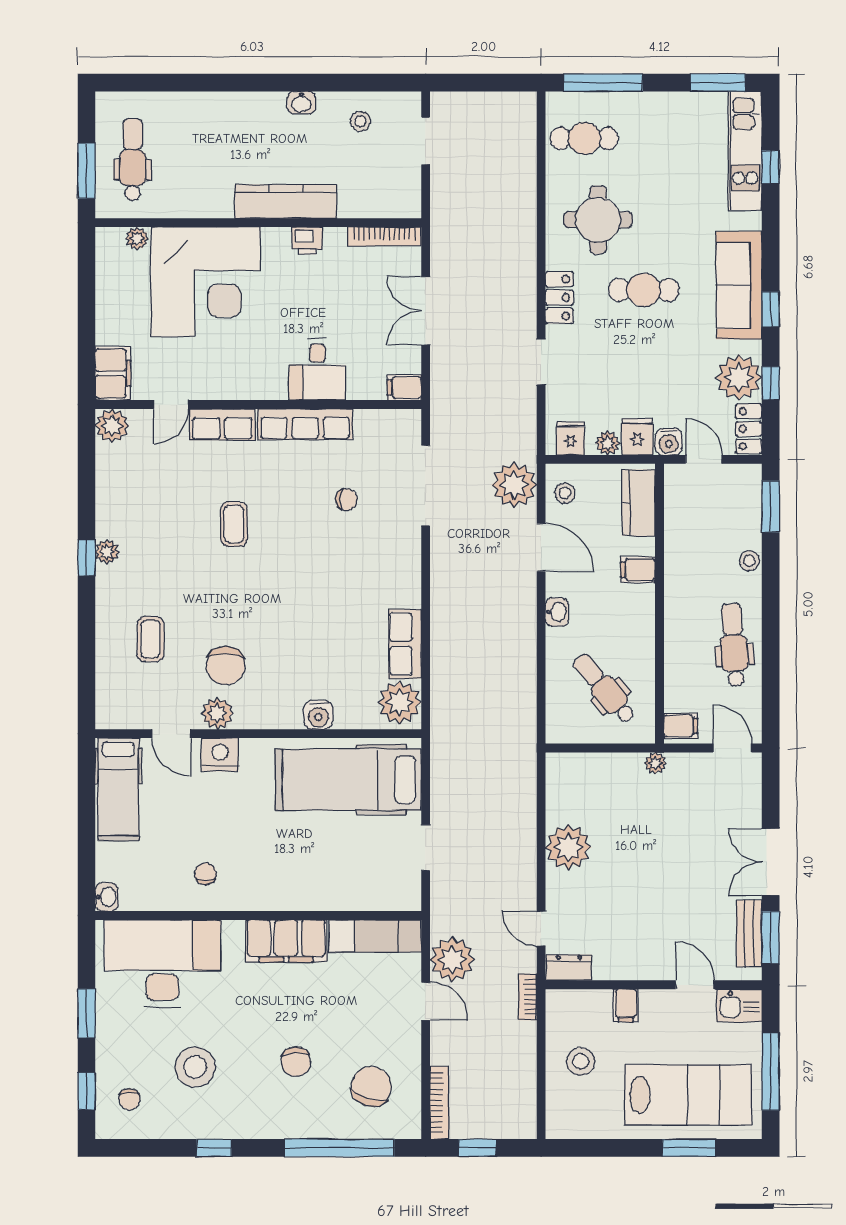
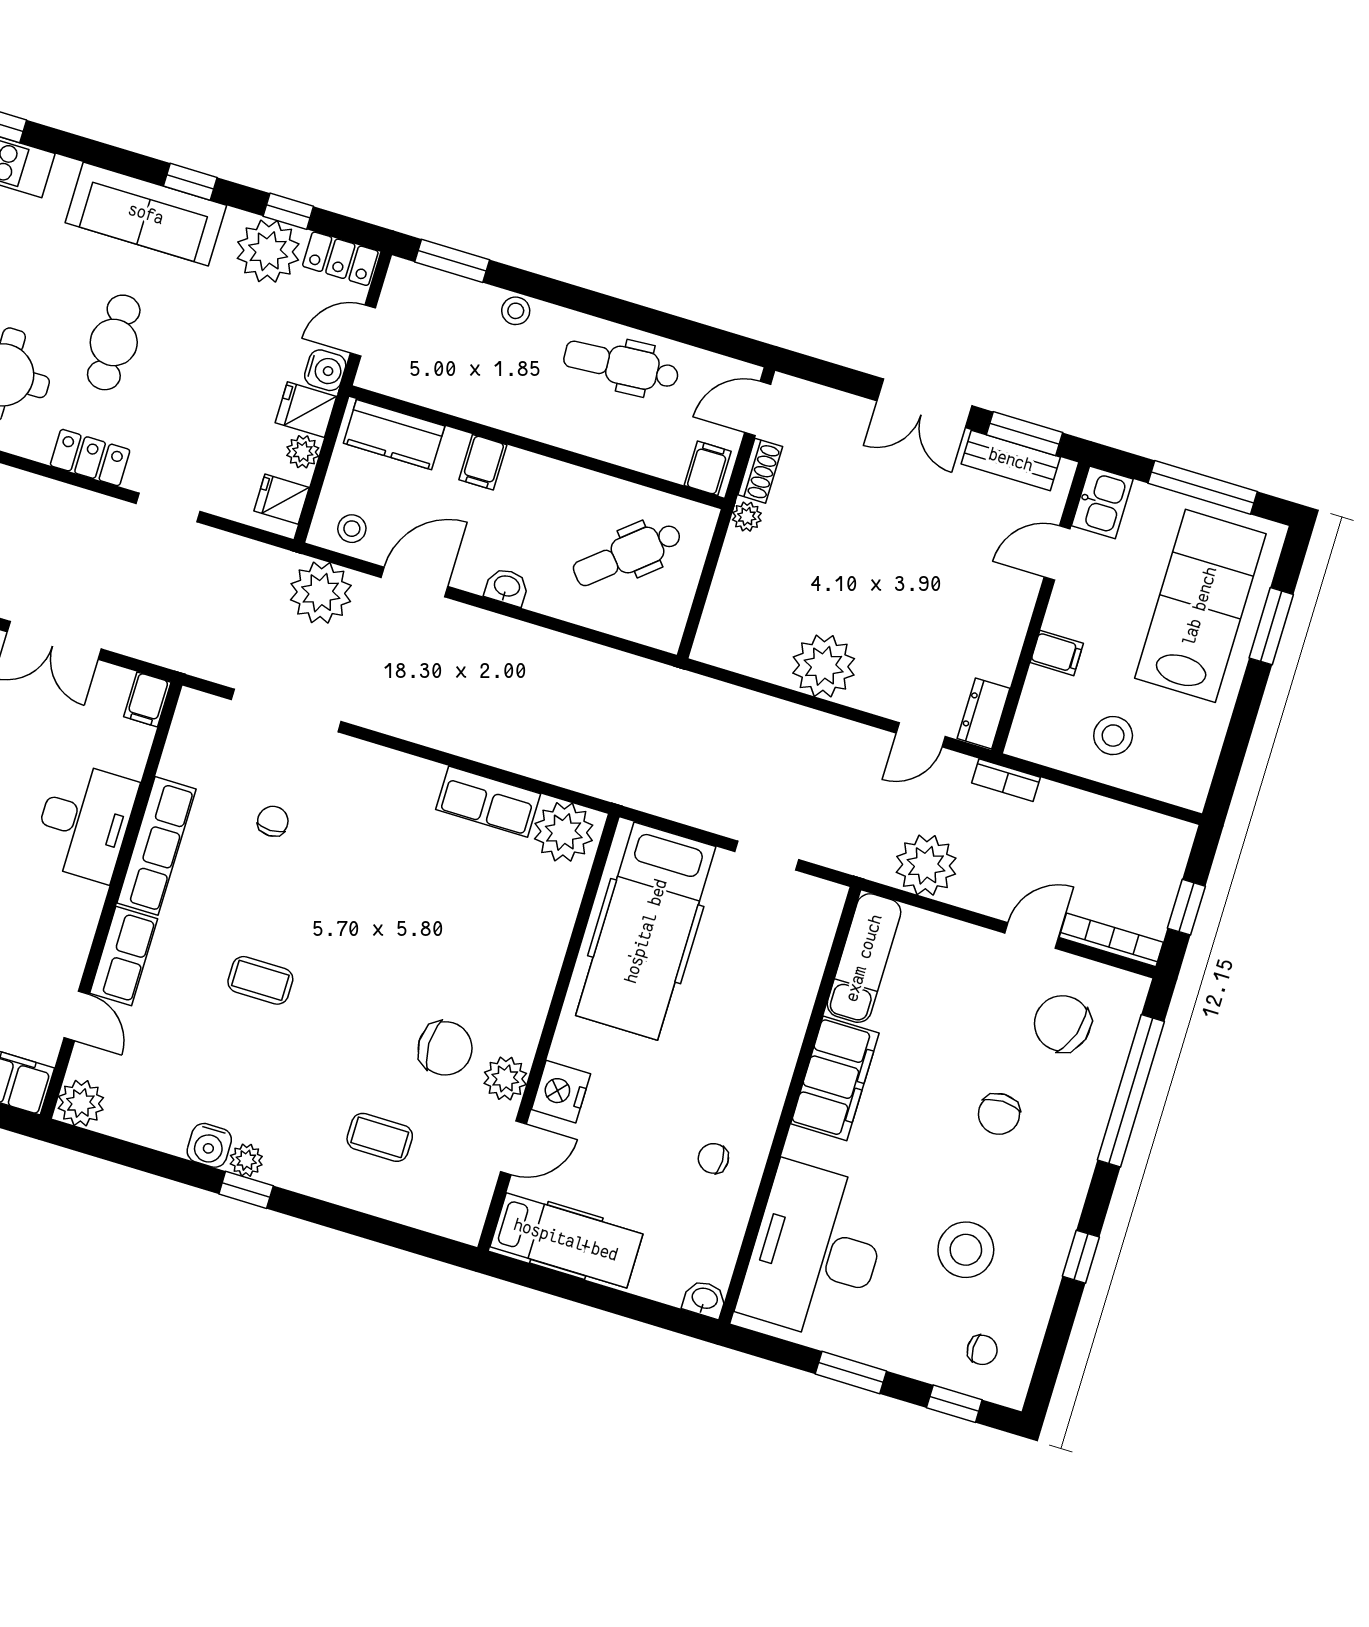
desk: (317, 370) -> (85, 822), width x1.37
water cooler: (318, 715) -> (209, 1145), moved, turned 90
shoe rack: (690, 763) -> (760, 471), added
door: (426, 1001) -> (1032, 936), moved
chair: (296, 1062) -> (999, 1114), turned 90

